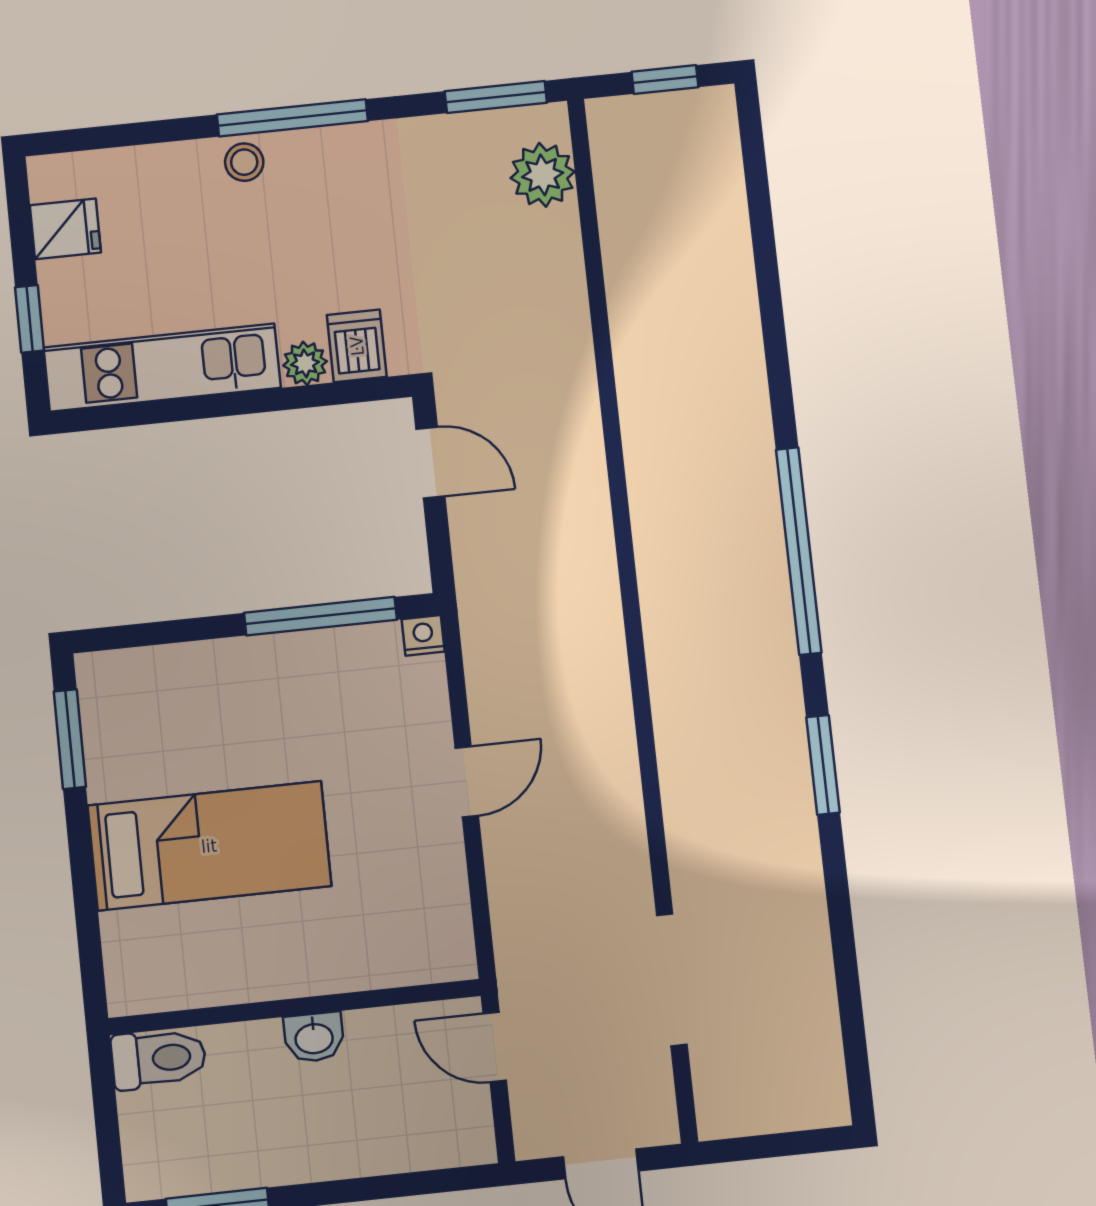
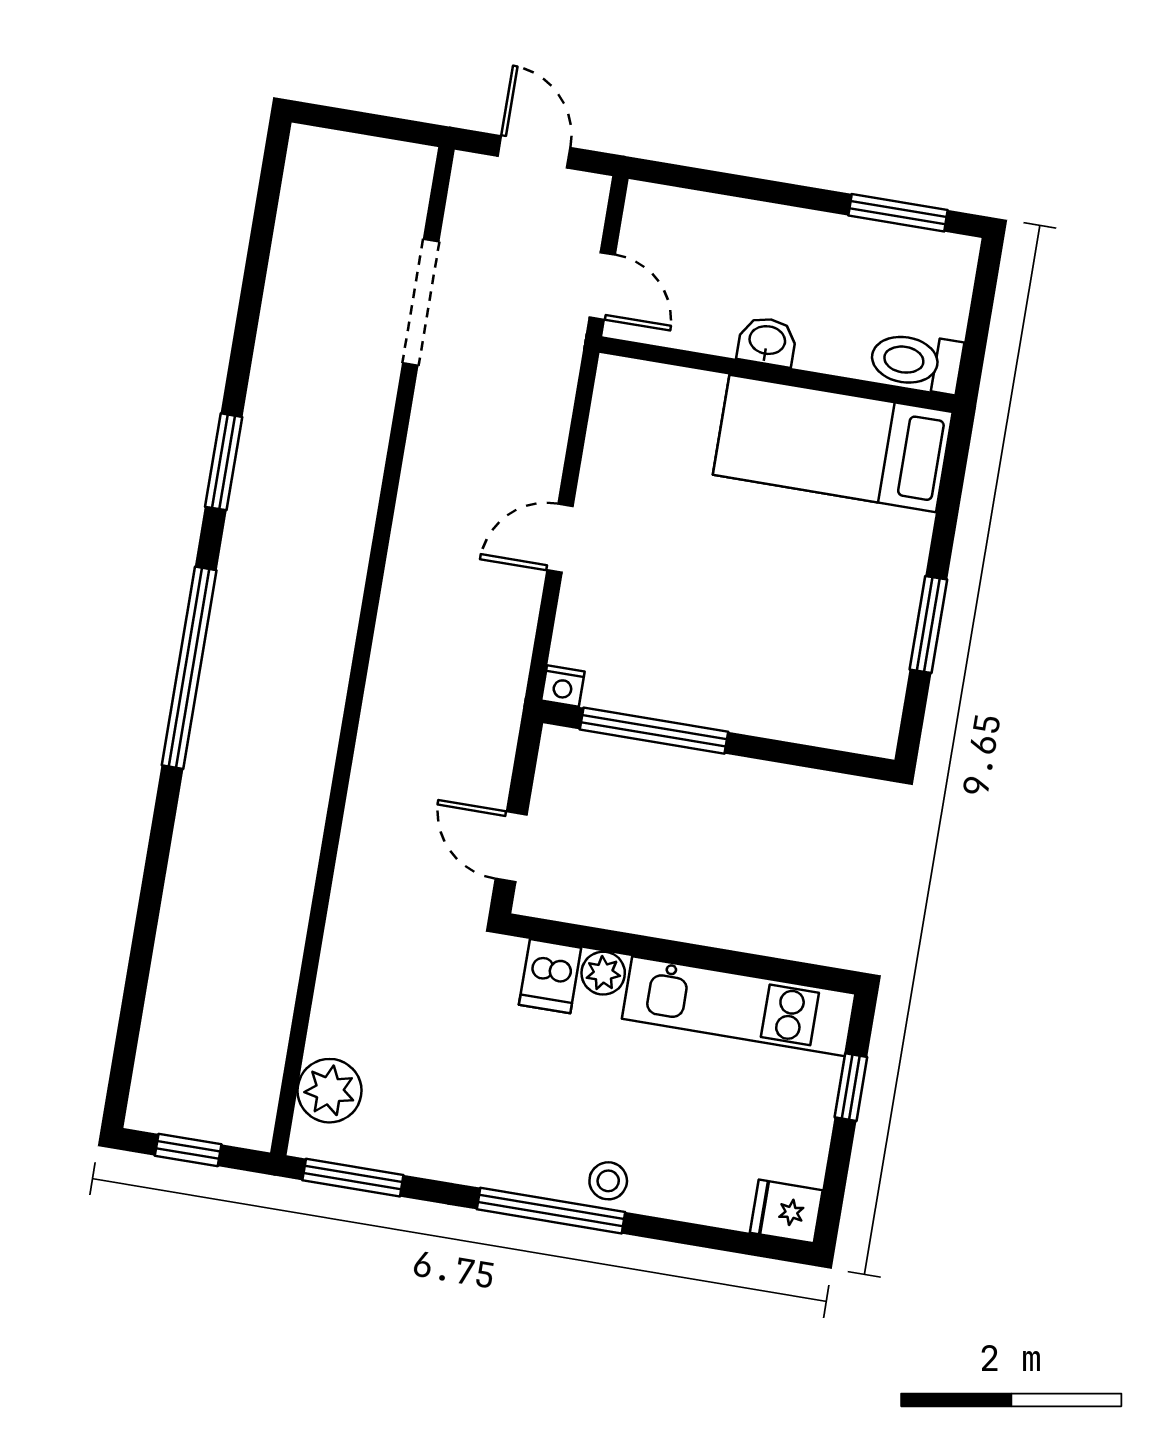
fridge: (65, 229) -> (786, 1211), moved
window: (70, 739) -> (928, 625), moved
bed: (209, 846) -> (833, 443), moved

